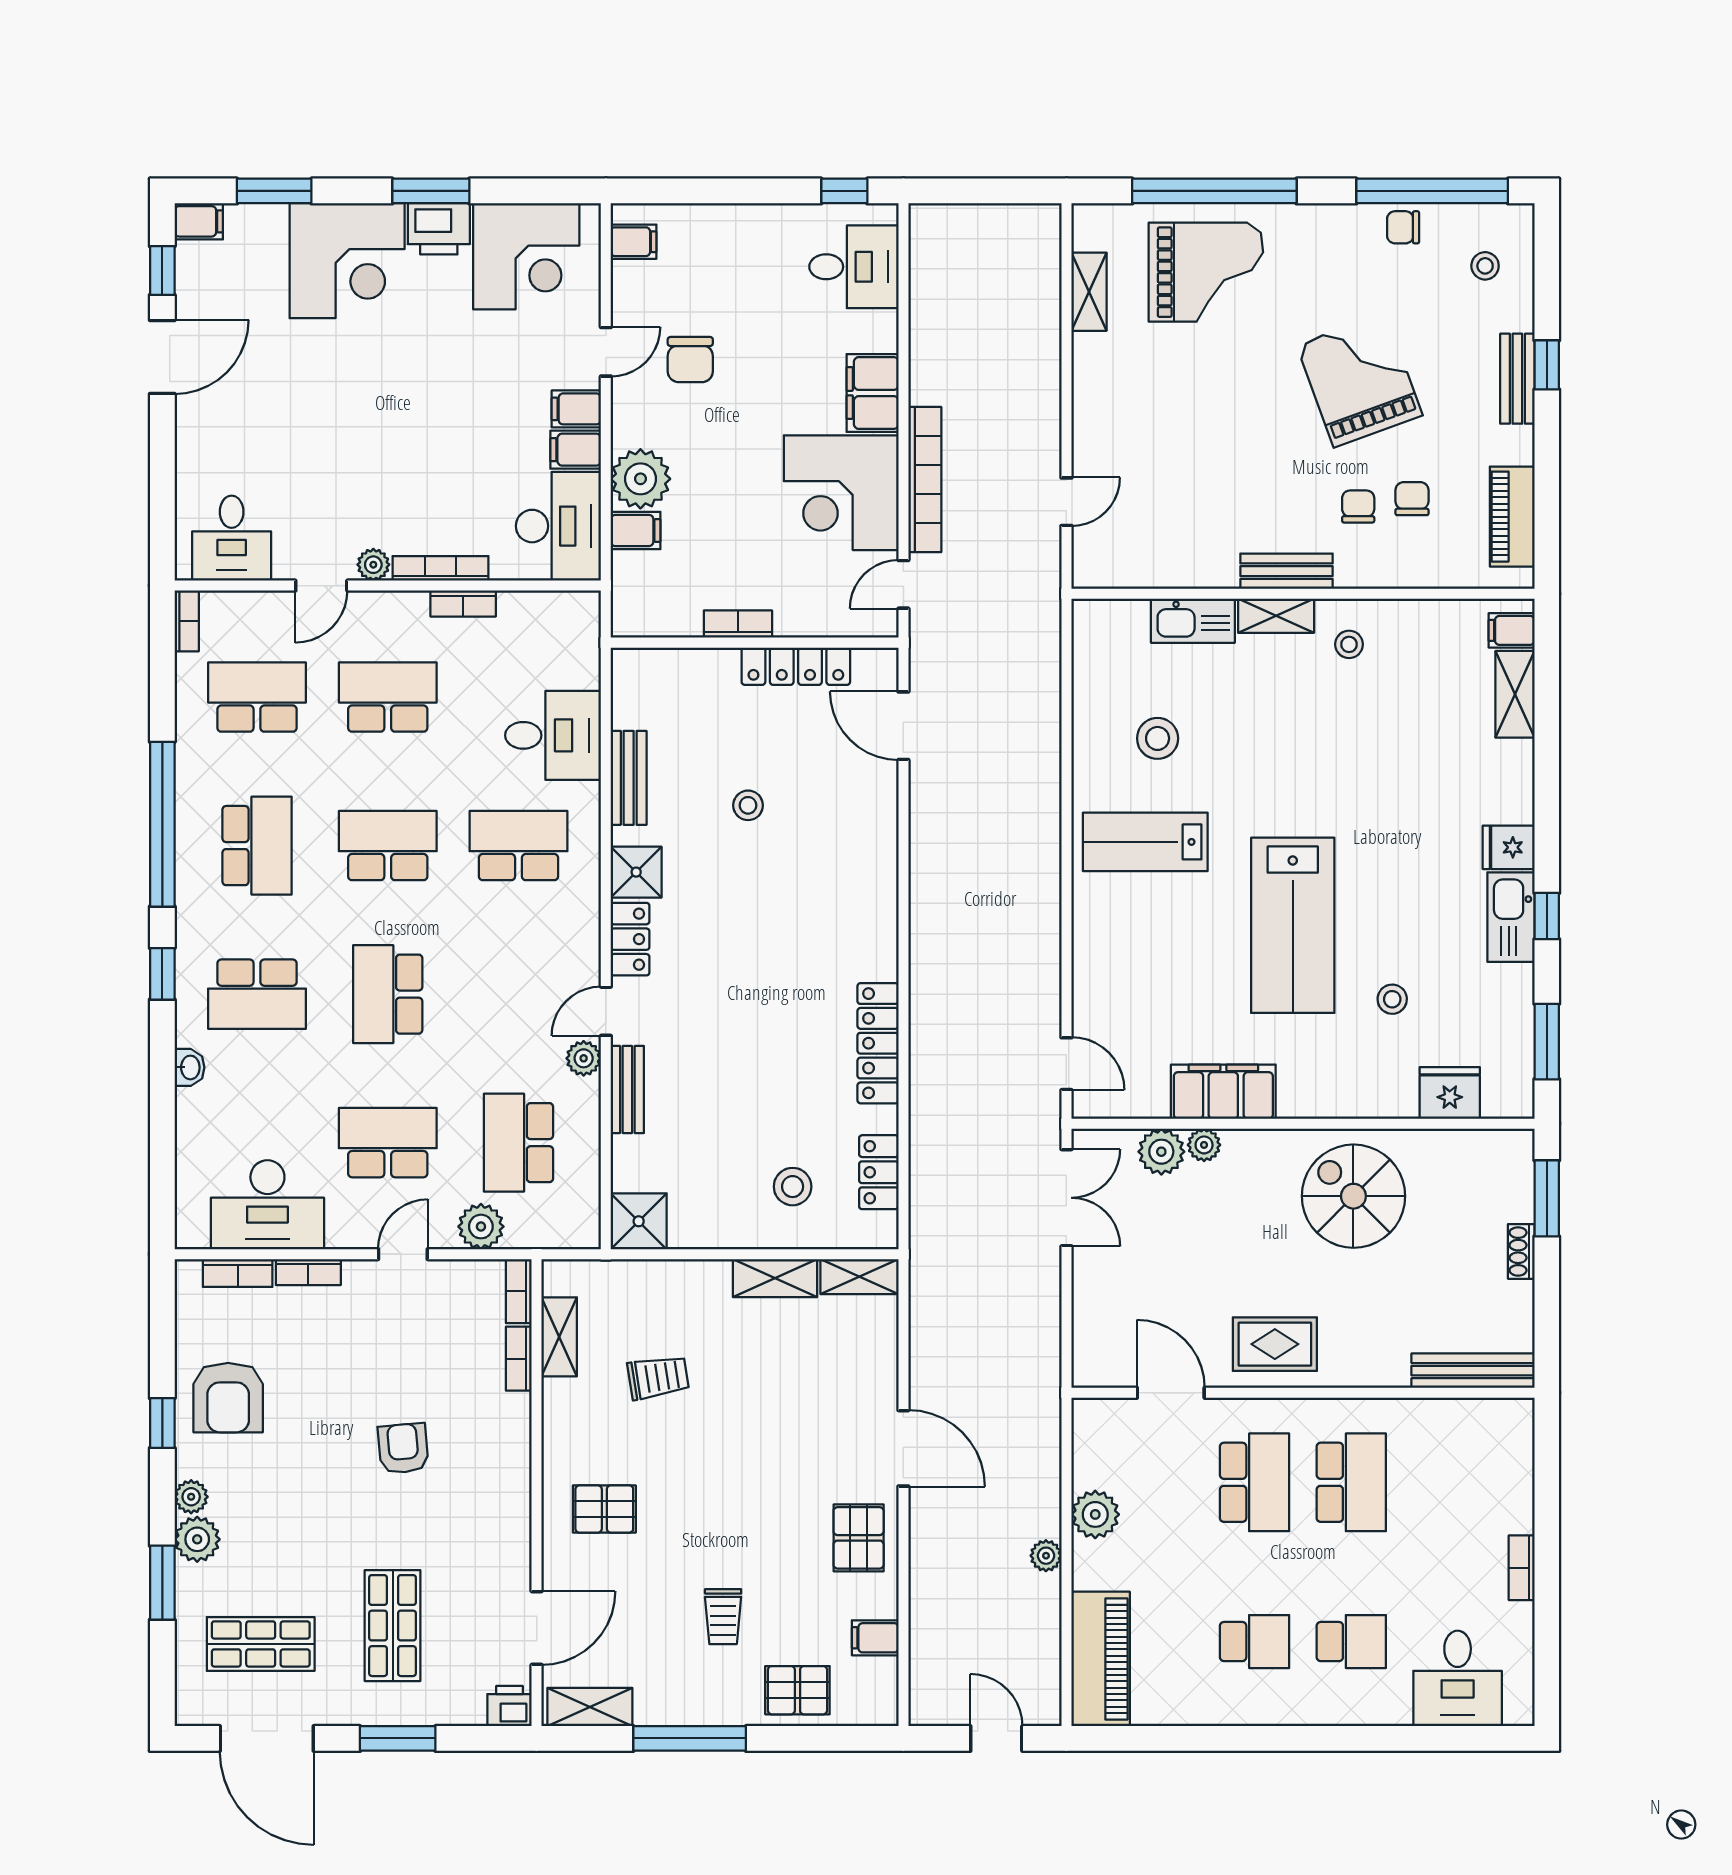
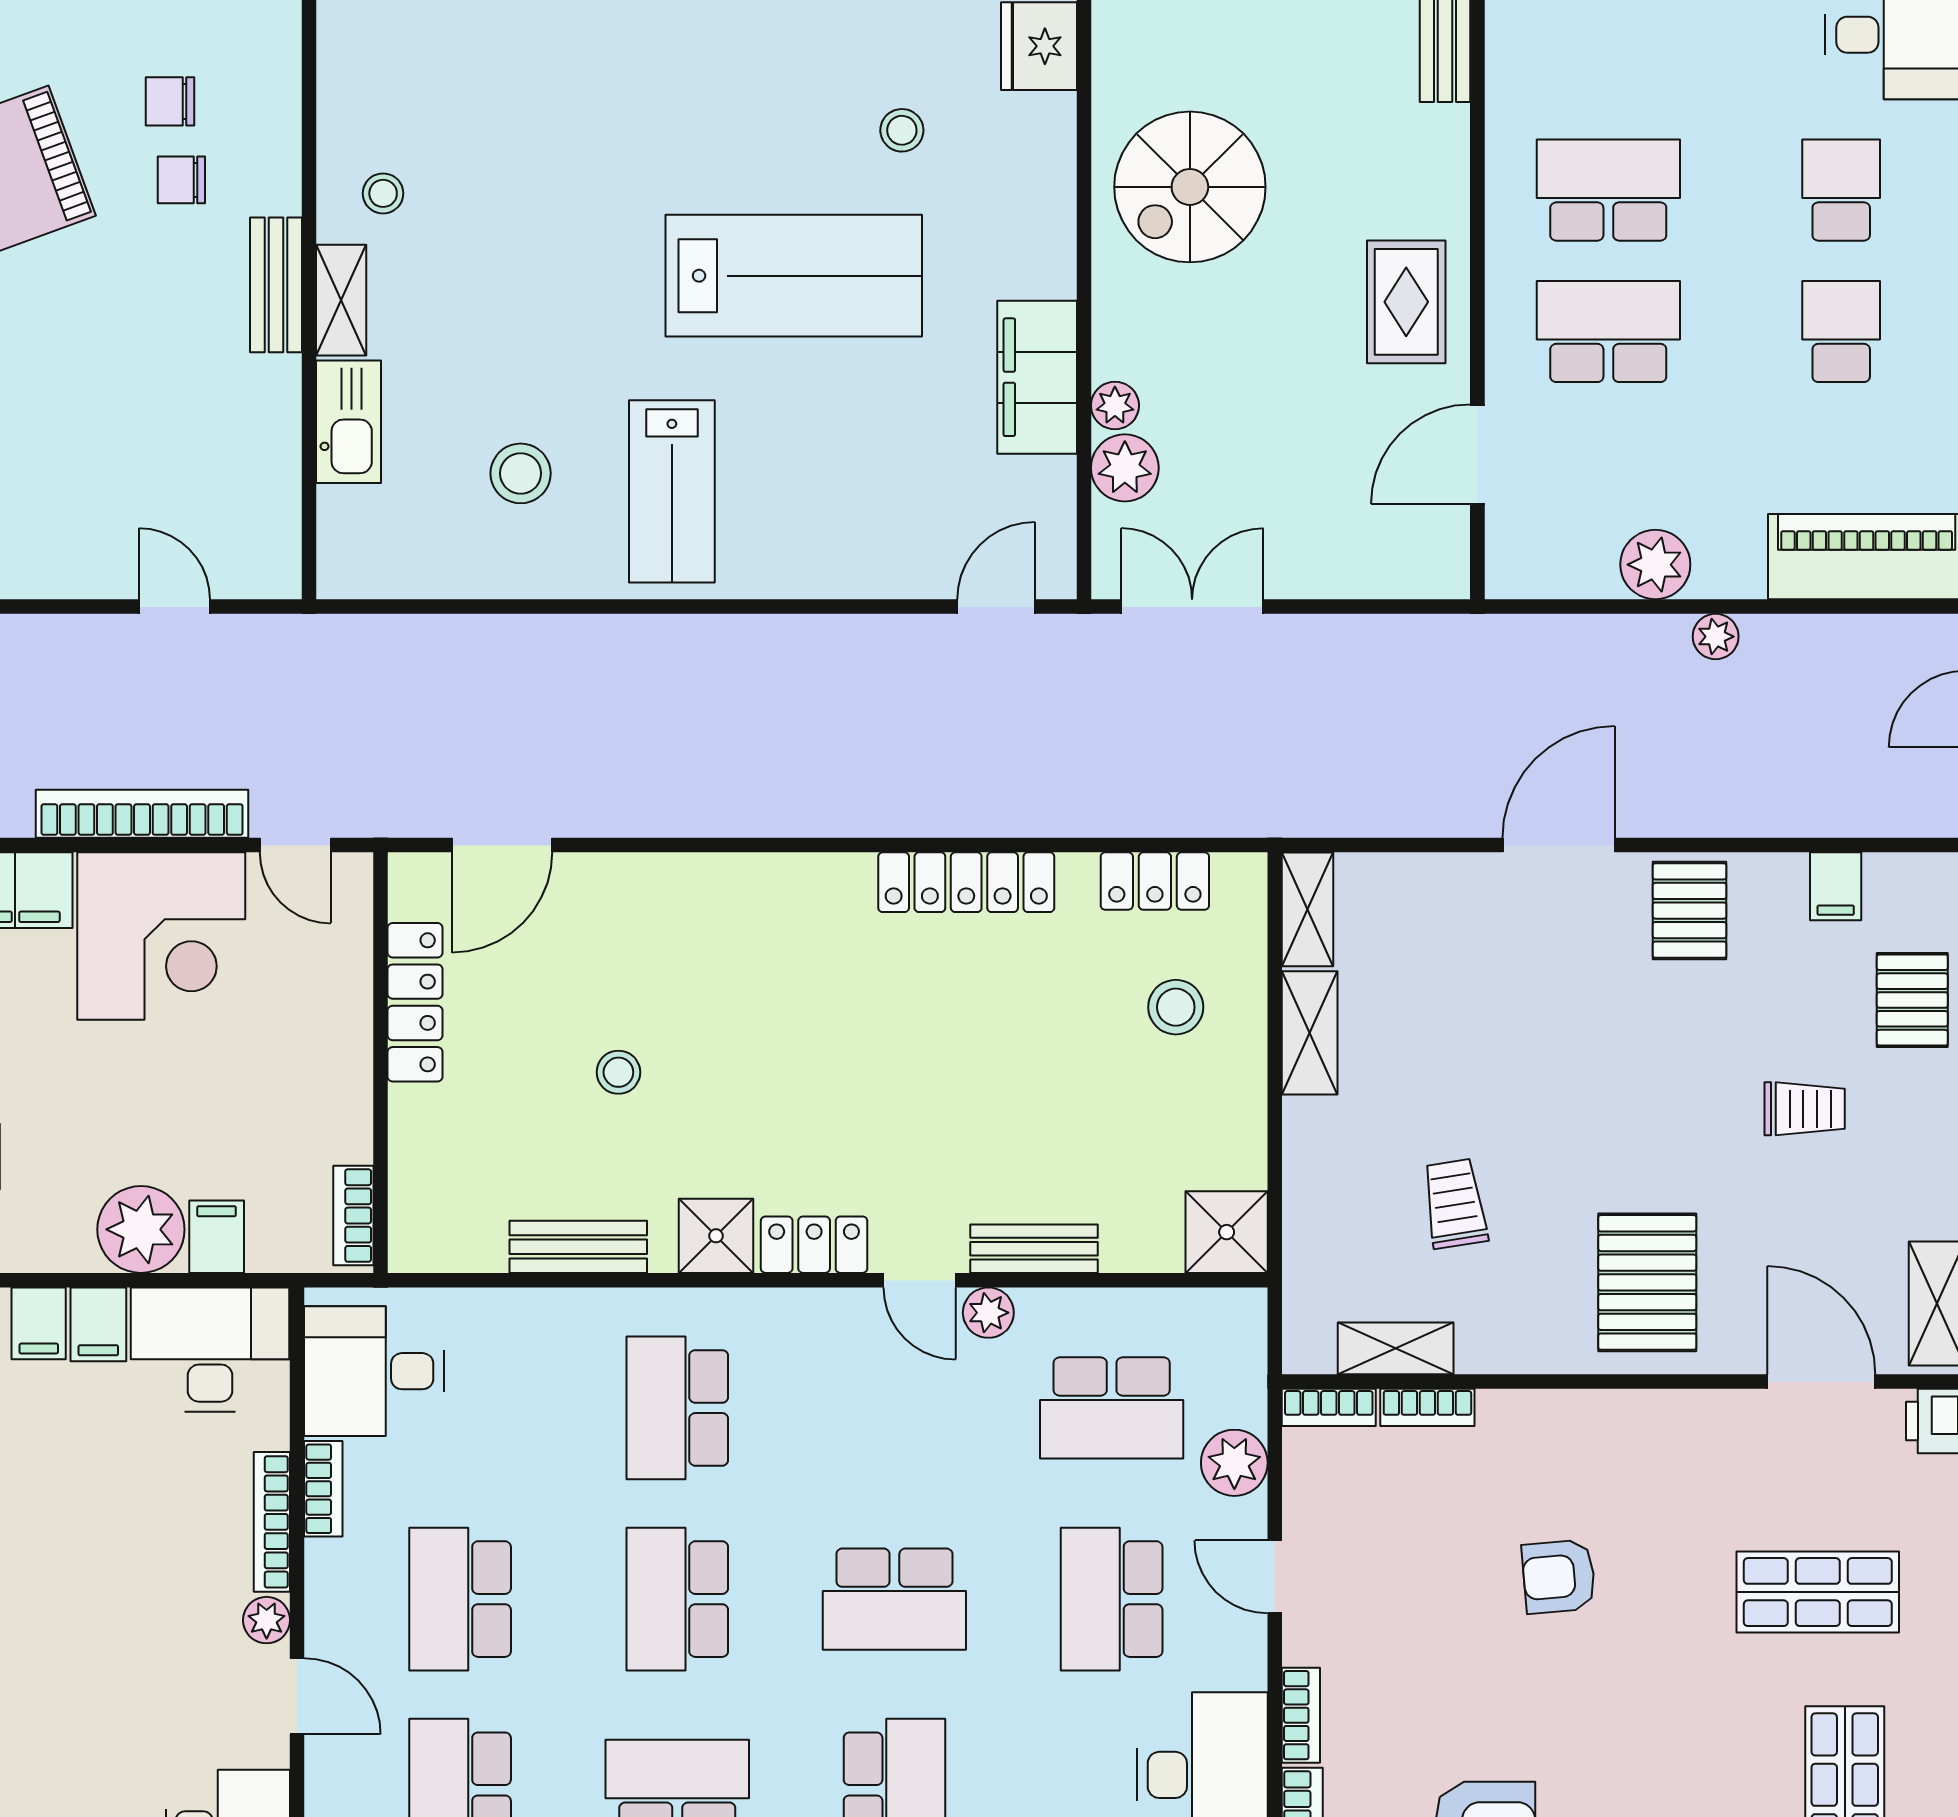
bookcase: (738, 624) -> (353, 1216), moved
desk: (553, 735) -> (374, 1371), moved, turned -90
pallet: (604, 1509) -> (1647, 1282), width x1.50, depth x1.42
pallet: (859, 1538) -> (1690, 911), turned 90

